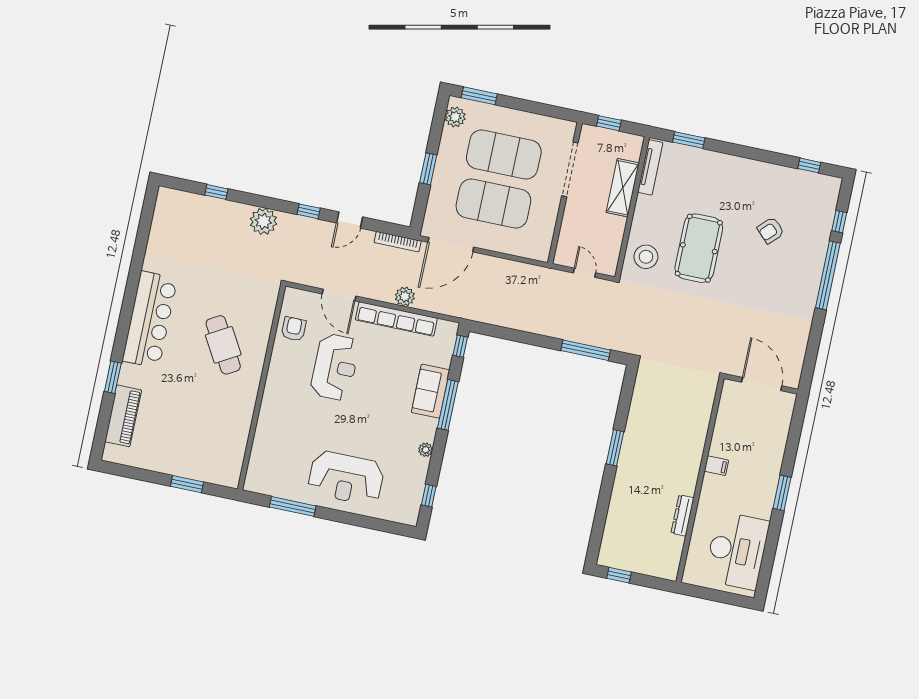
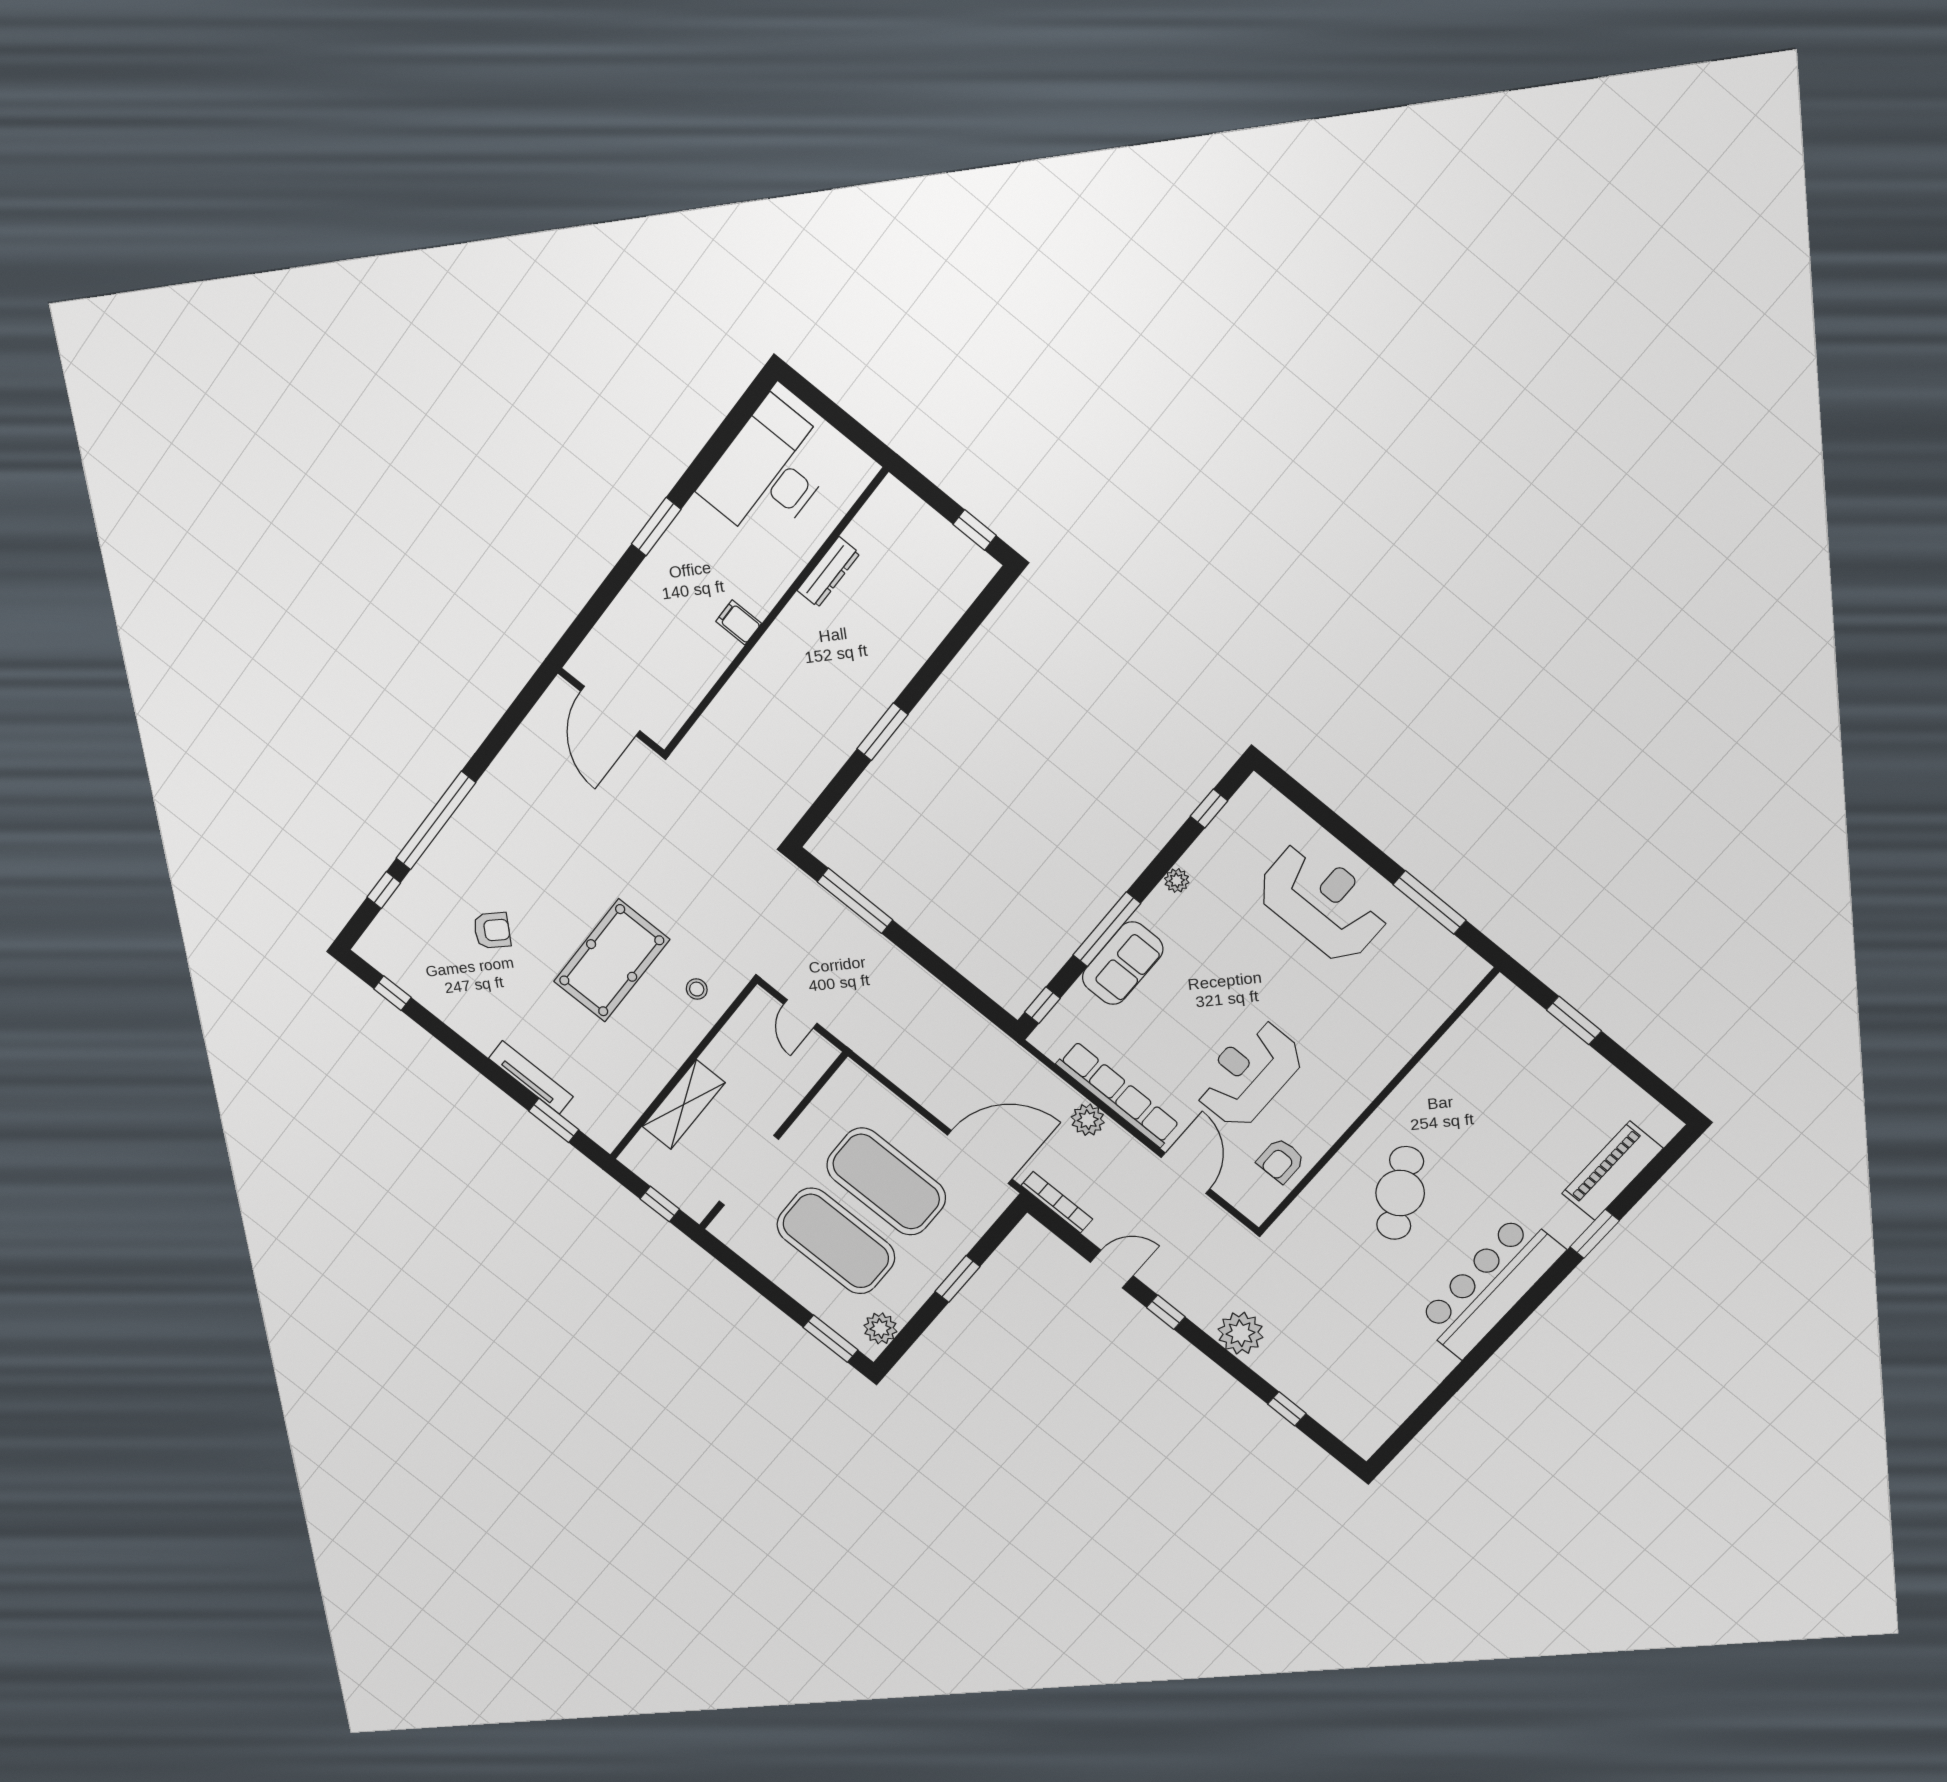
tv unit: (650, 167) -> (531, 1077), moved, turned 90
stool: (646, 257) -> (697, 989), width x0.53, depth x0.53

